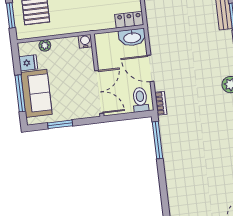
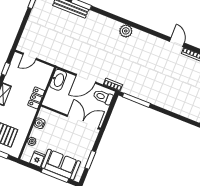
locker: (129, 20) -> (36, 98), moved
water cooler: (85, 41) -> (40, 123), moved

